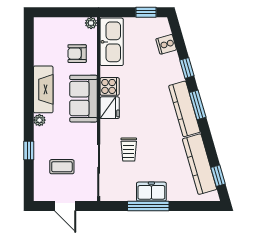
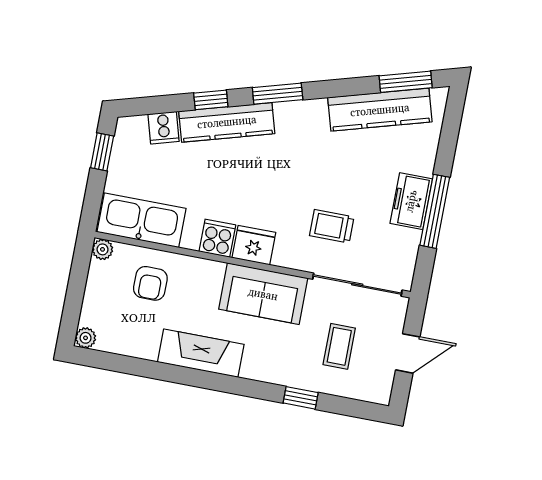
sofa: (83, 99) -> (263, 294), moved
kitchen counter: (184, 109) -> (227, 122), moved
plant: (39, 120) -> (86, 338), moved
trolley: (129, 150) -> (332, 226), turned 180
window: (218, 176) -> (406, 82), width x1.50

